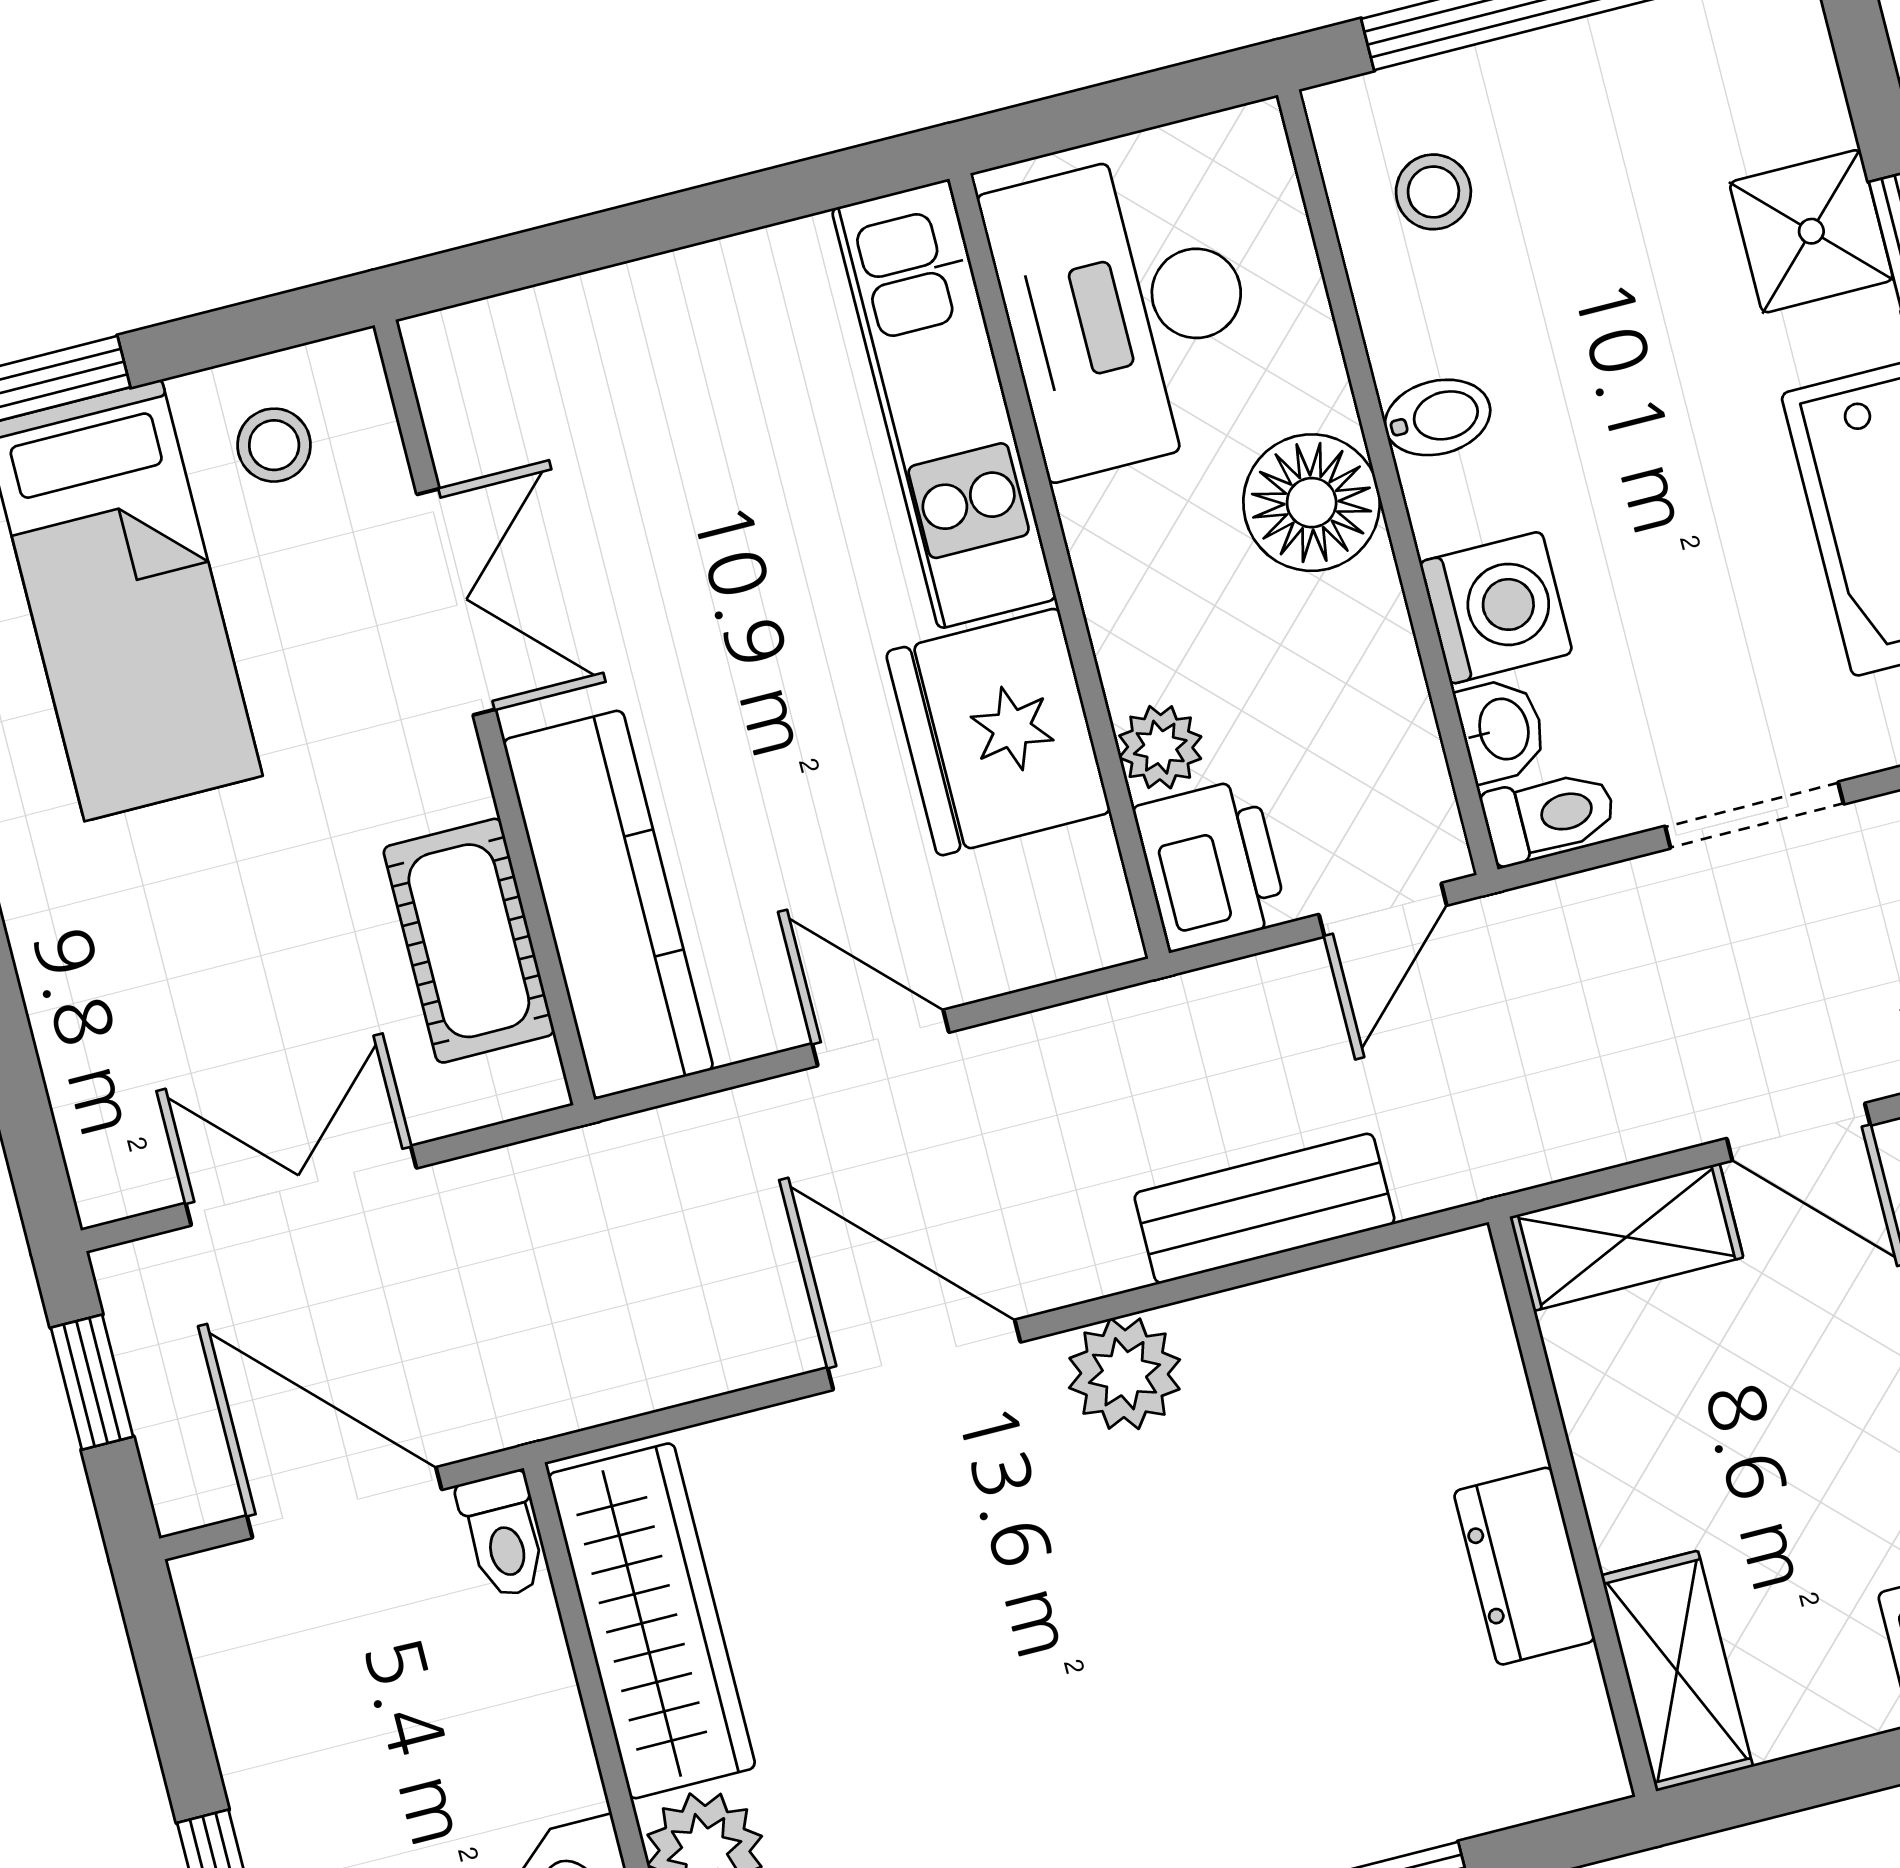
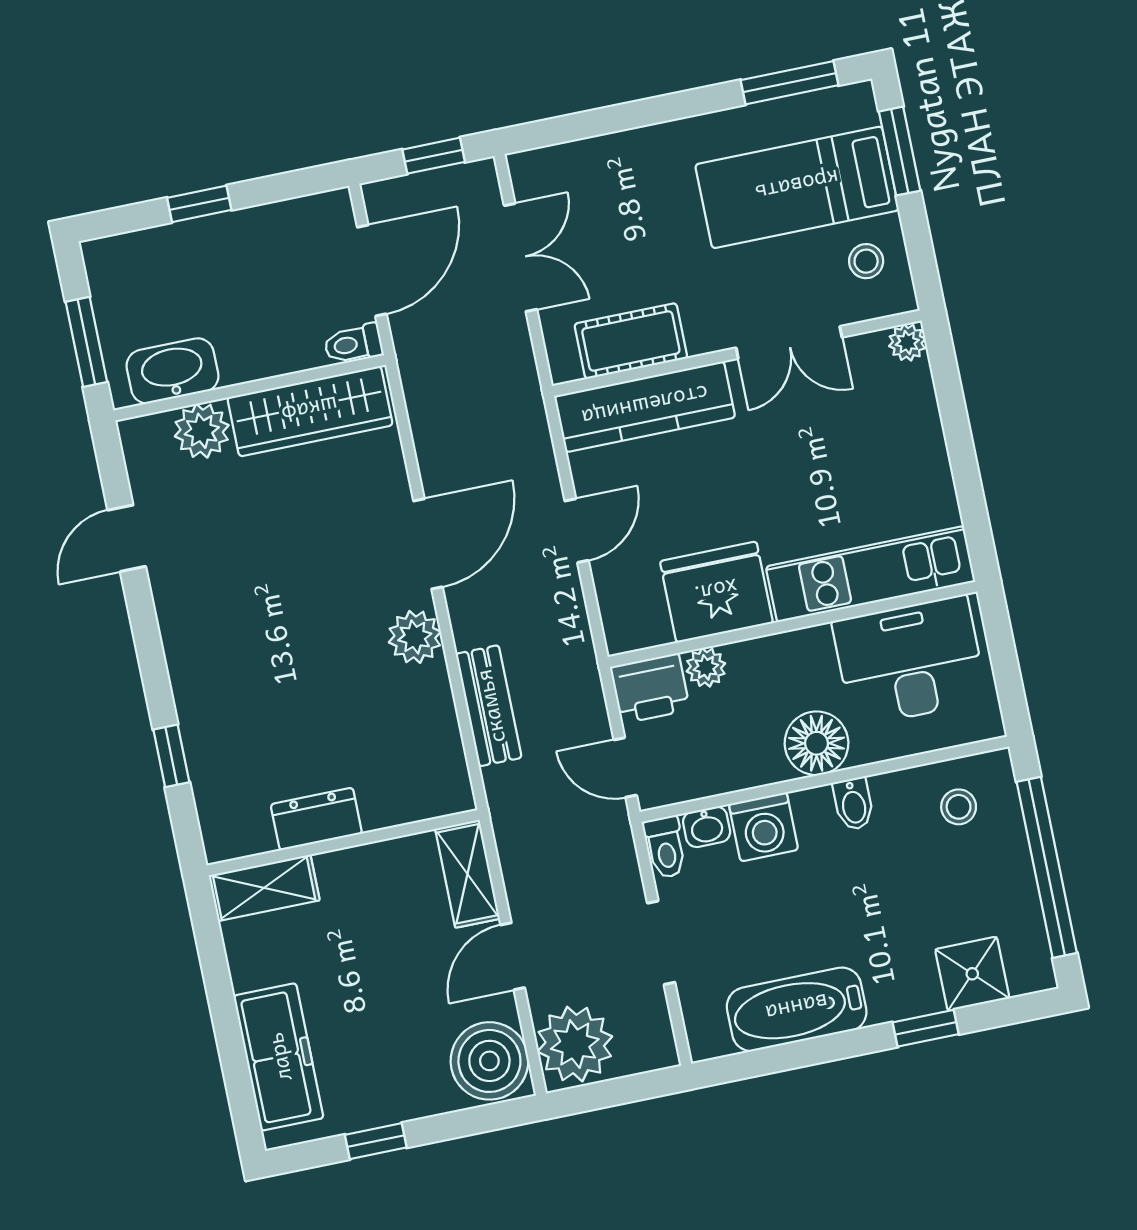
shower: (1811, 231) -> (972, 974), moved
plant: (444, 349) -> (907, 342), added

